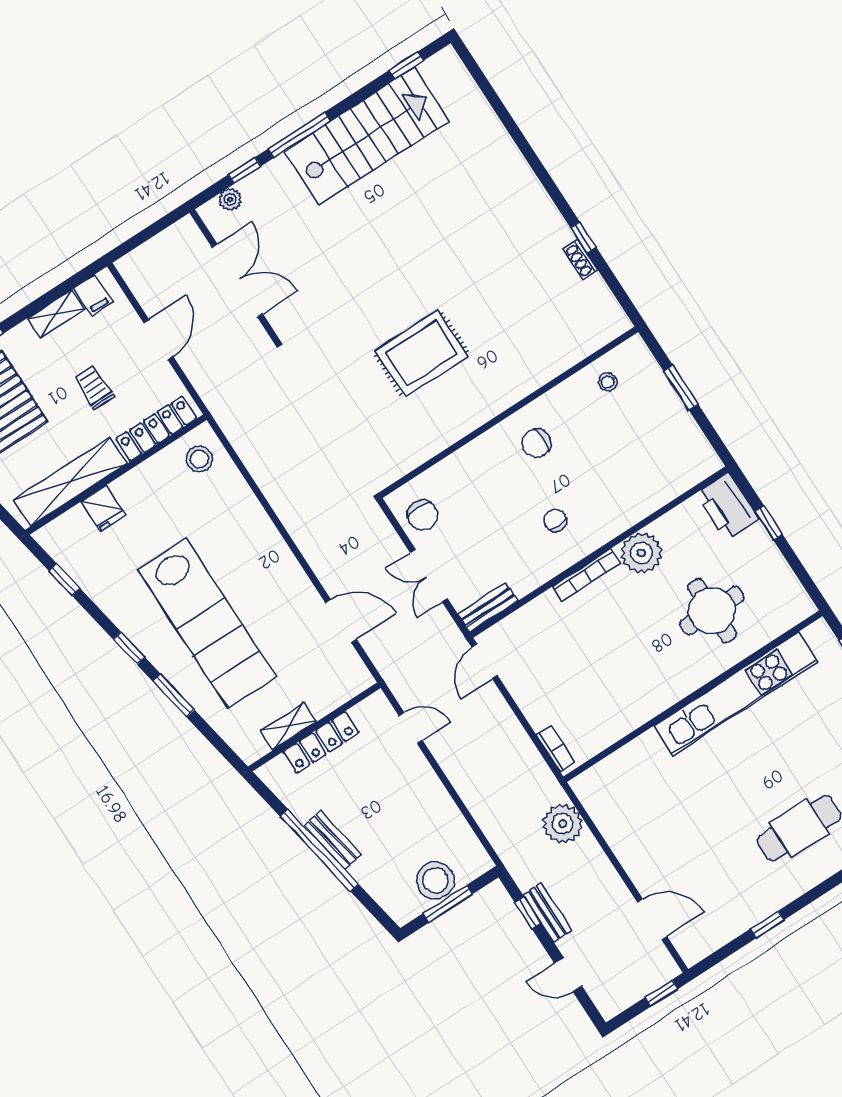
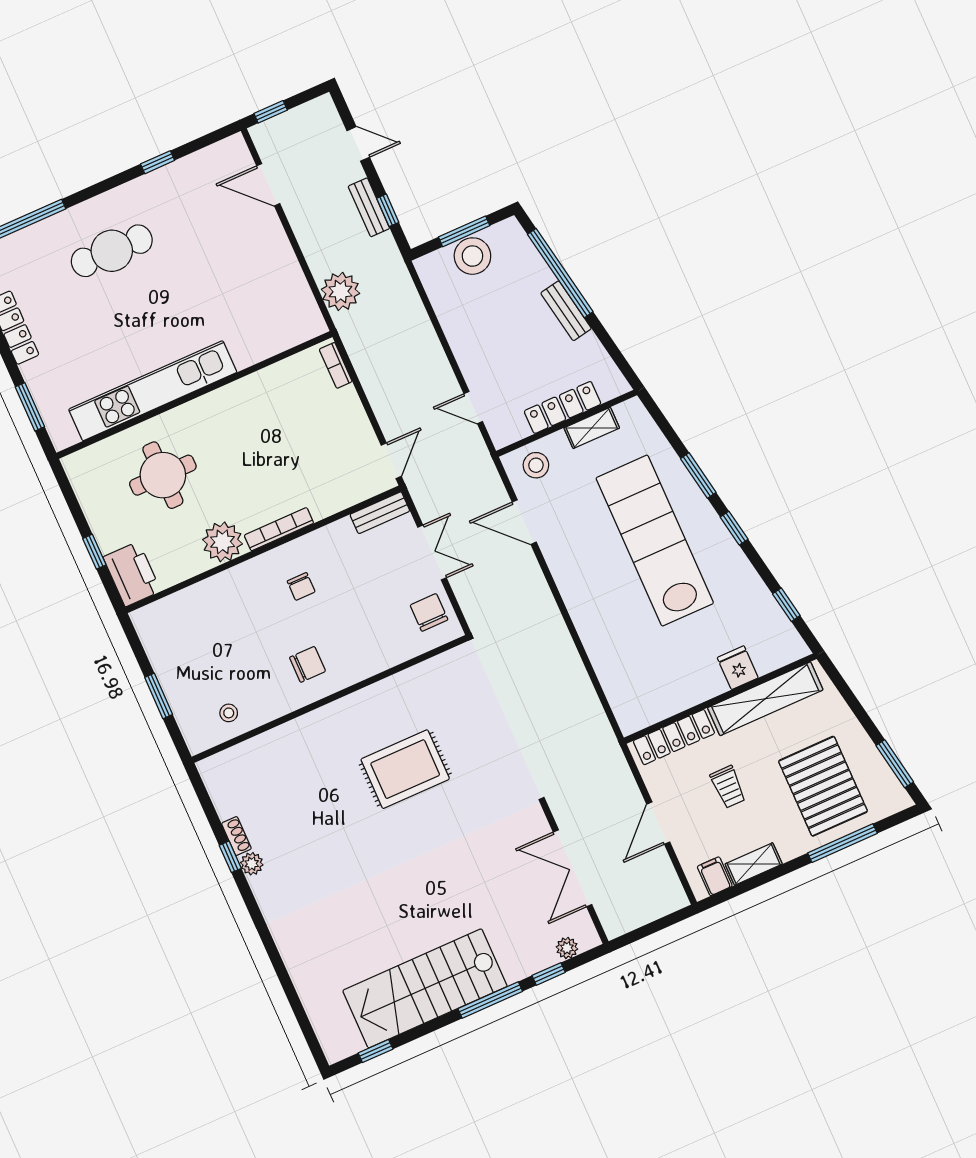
plant: (561, 234) -> (252, 864), added
stool: (199, 459) -> (536, 465), moved
window: (319, 850) -> (560, 273), moved

